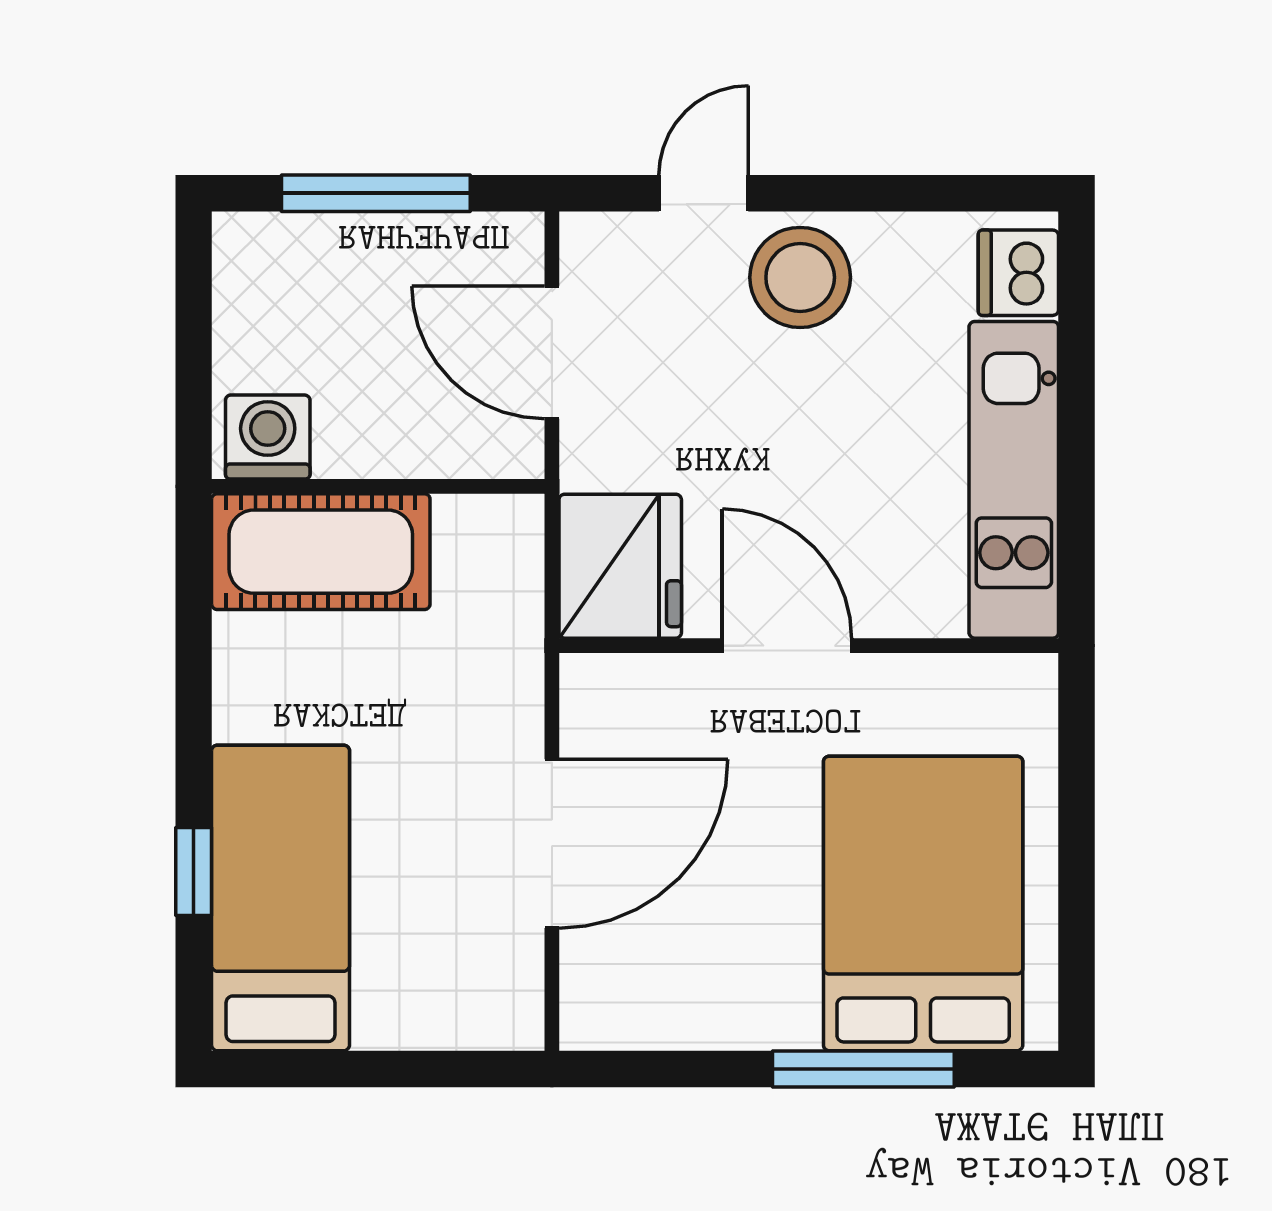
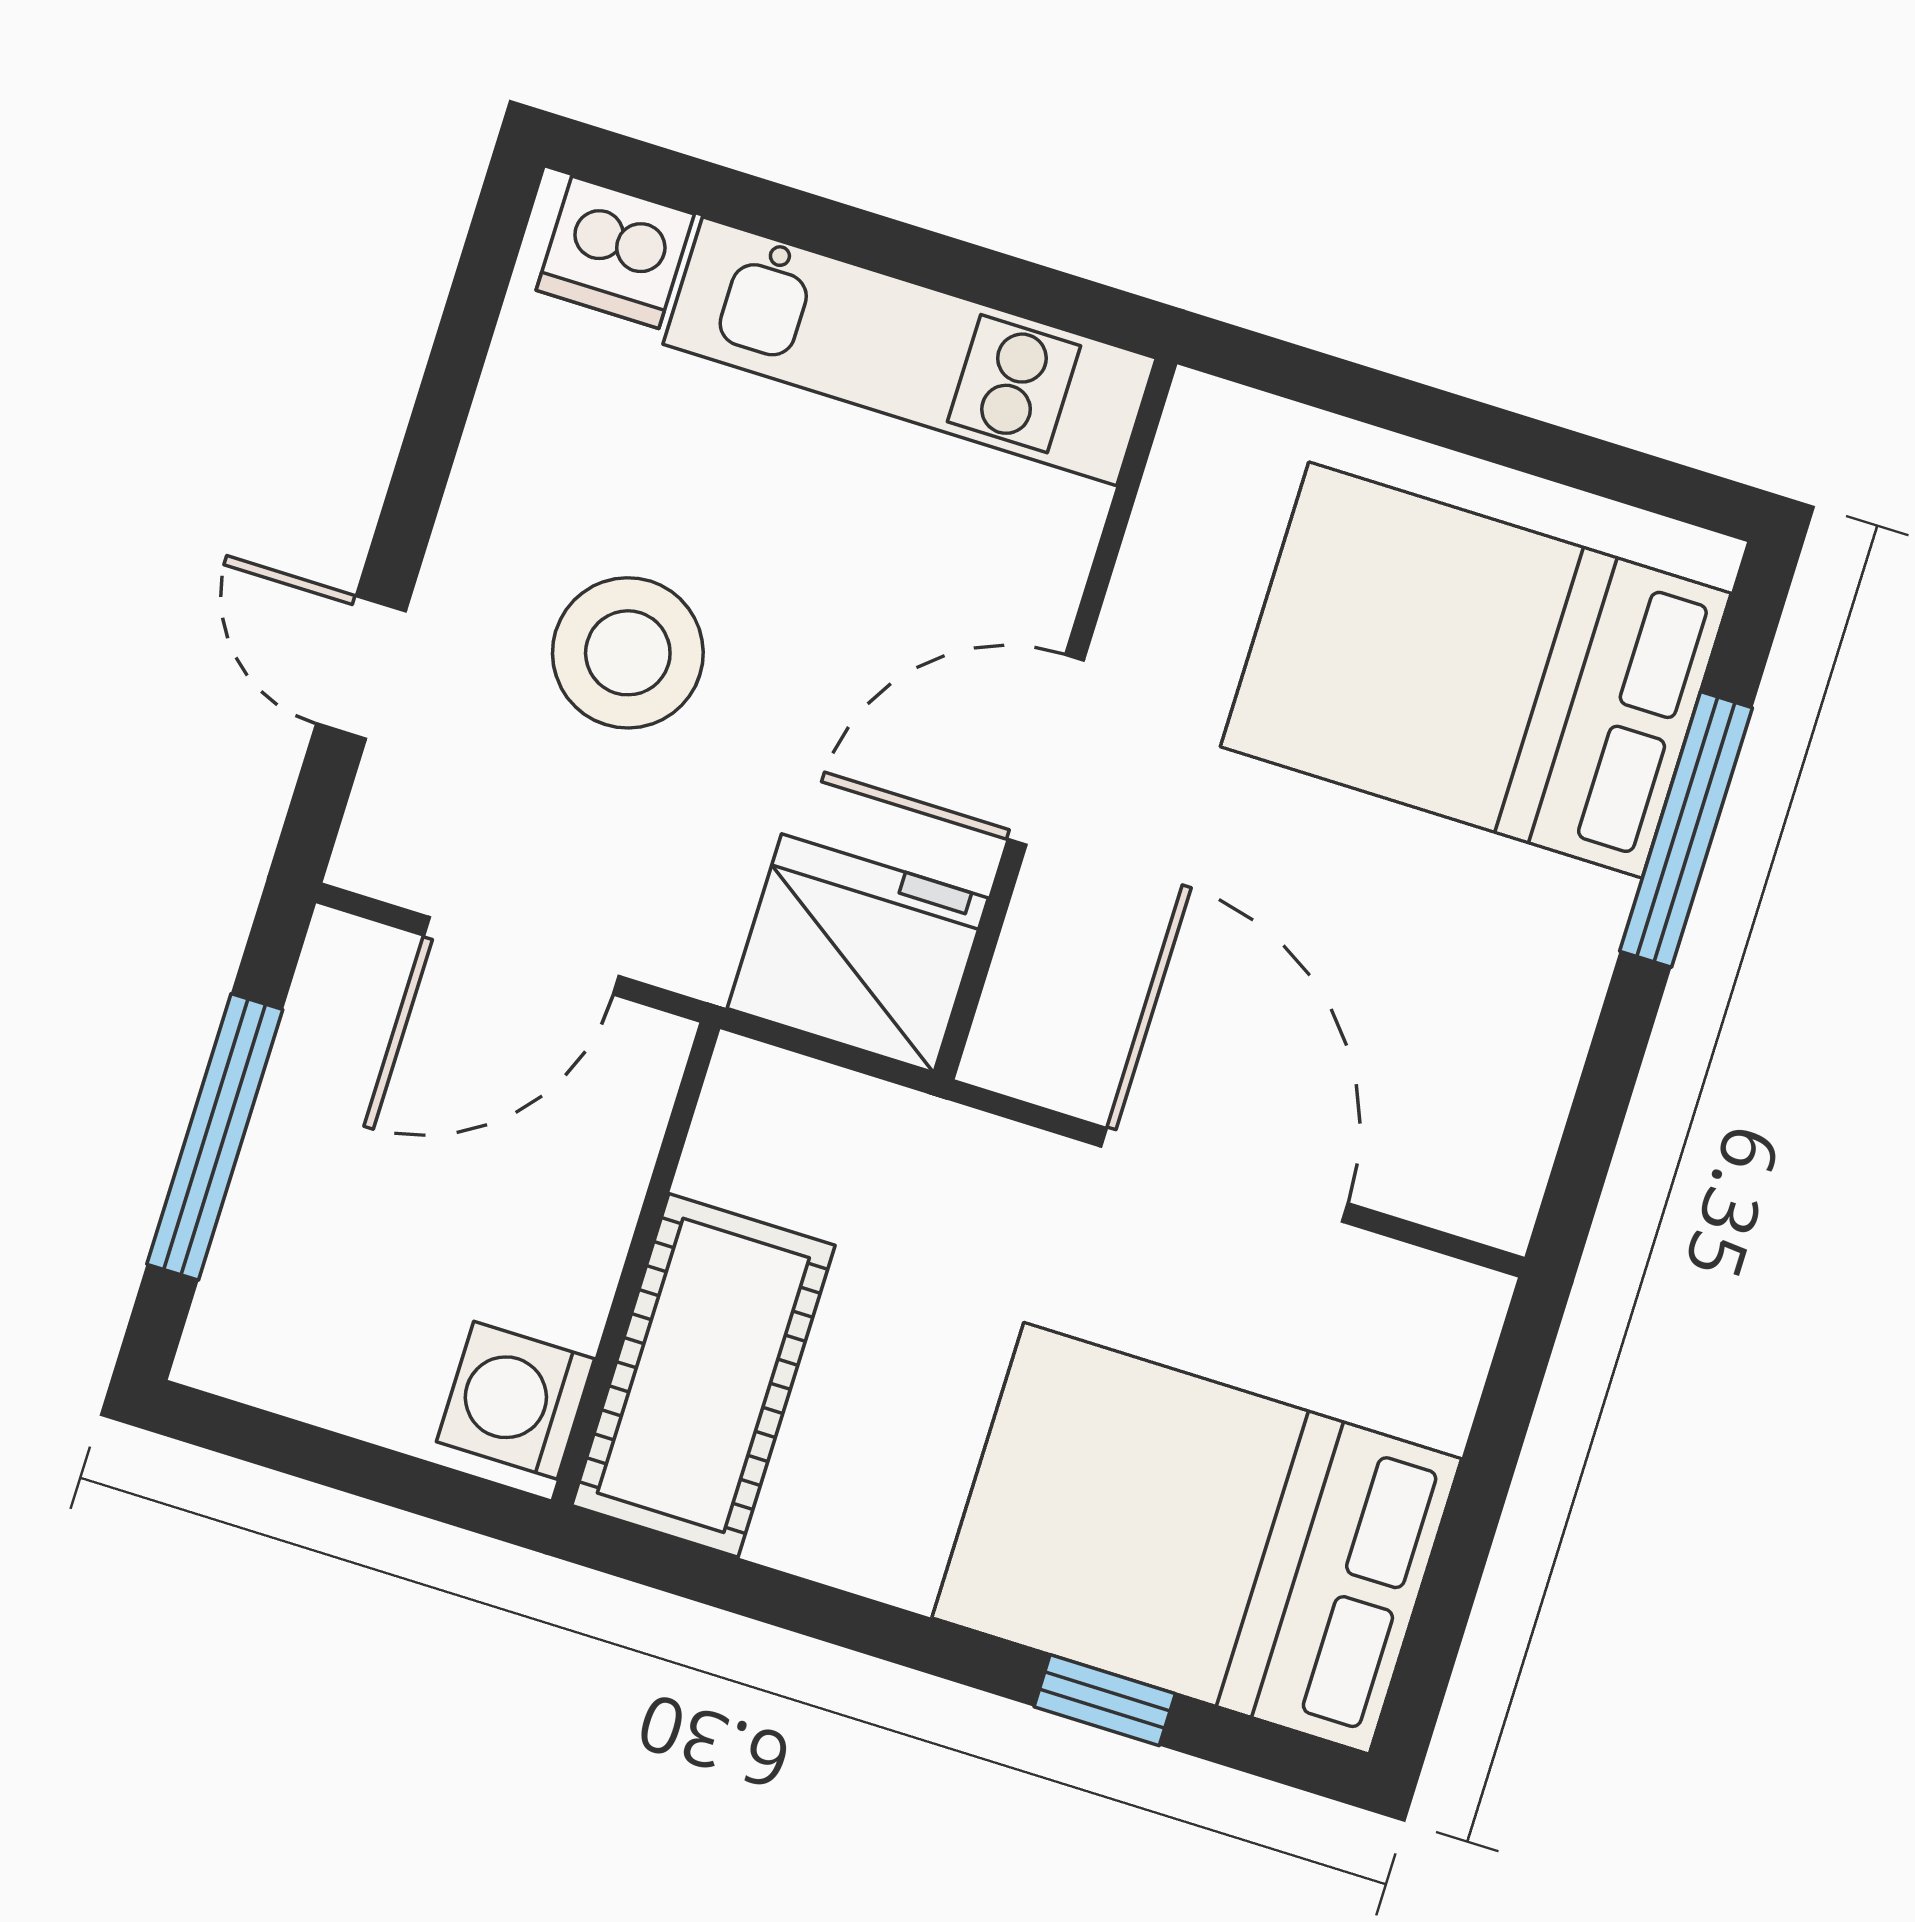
stool: (800, 277) -> (628, 653), moved
bed: (281, 898) -> (1197, 1538), width x1.50

